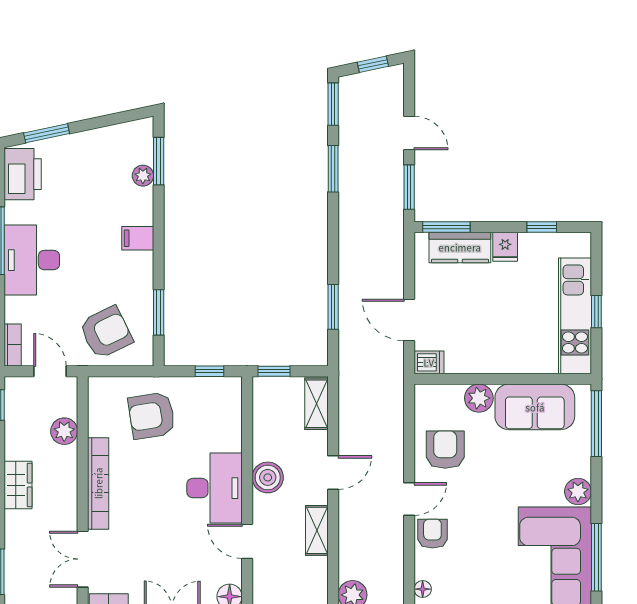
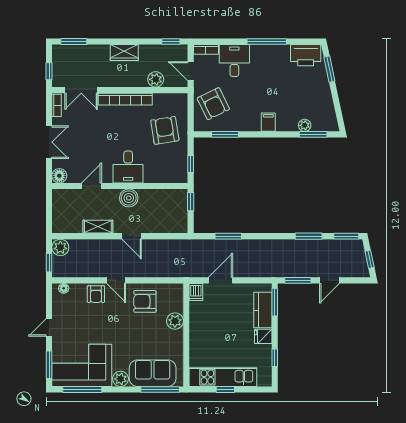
desk: (32, 260) -> (234, 61), moved, width x0.73
door: (50, 371) -> (191, 71), swing flipped
shelving: (317, 404) -> (172, 226), removed
sofa: (535, 407) -> (153, 373), moved, turned 90
armchair: (445, 450) -> (145, 301), turned 180
desk: (215, 488) -> (128, 167), width x0.73
armchair: (432, 534) -> (96, 294), turned 90
double door: (83, 559) -> (81, 90), swing flipped

